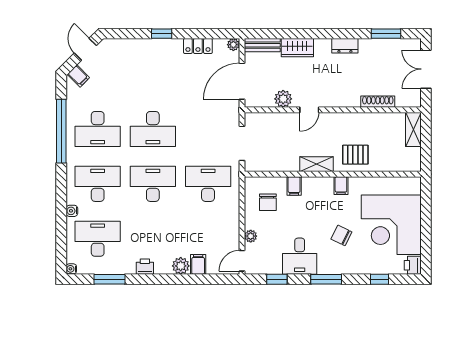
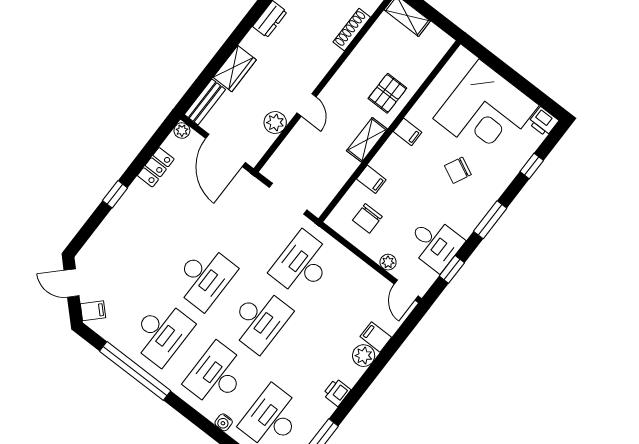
desk: (153, 184) -> (259, 320), turned 180
chair: (268, 202) -> (367, 218), turned 90
desk: (300, 256) -> (435, 243), moved

